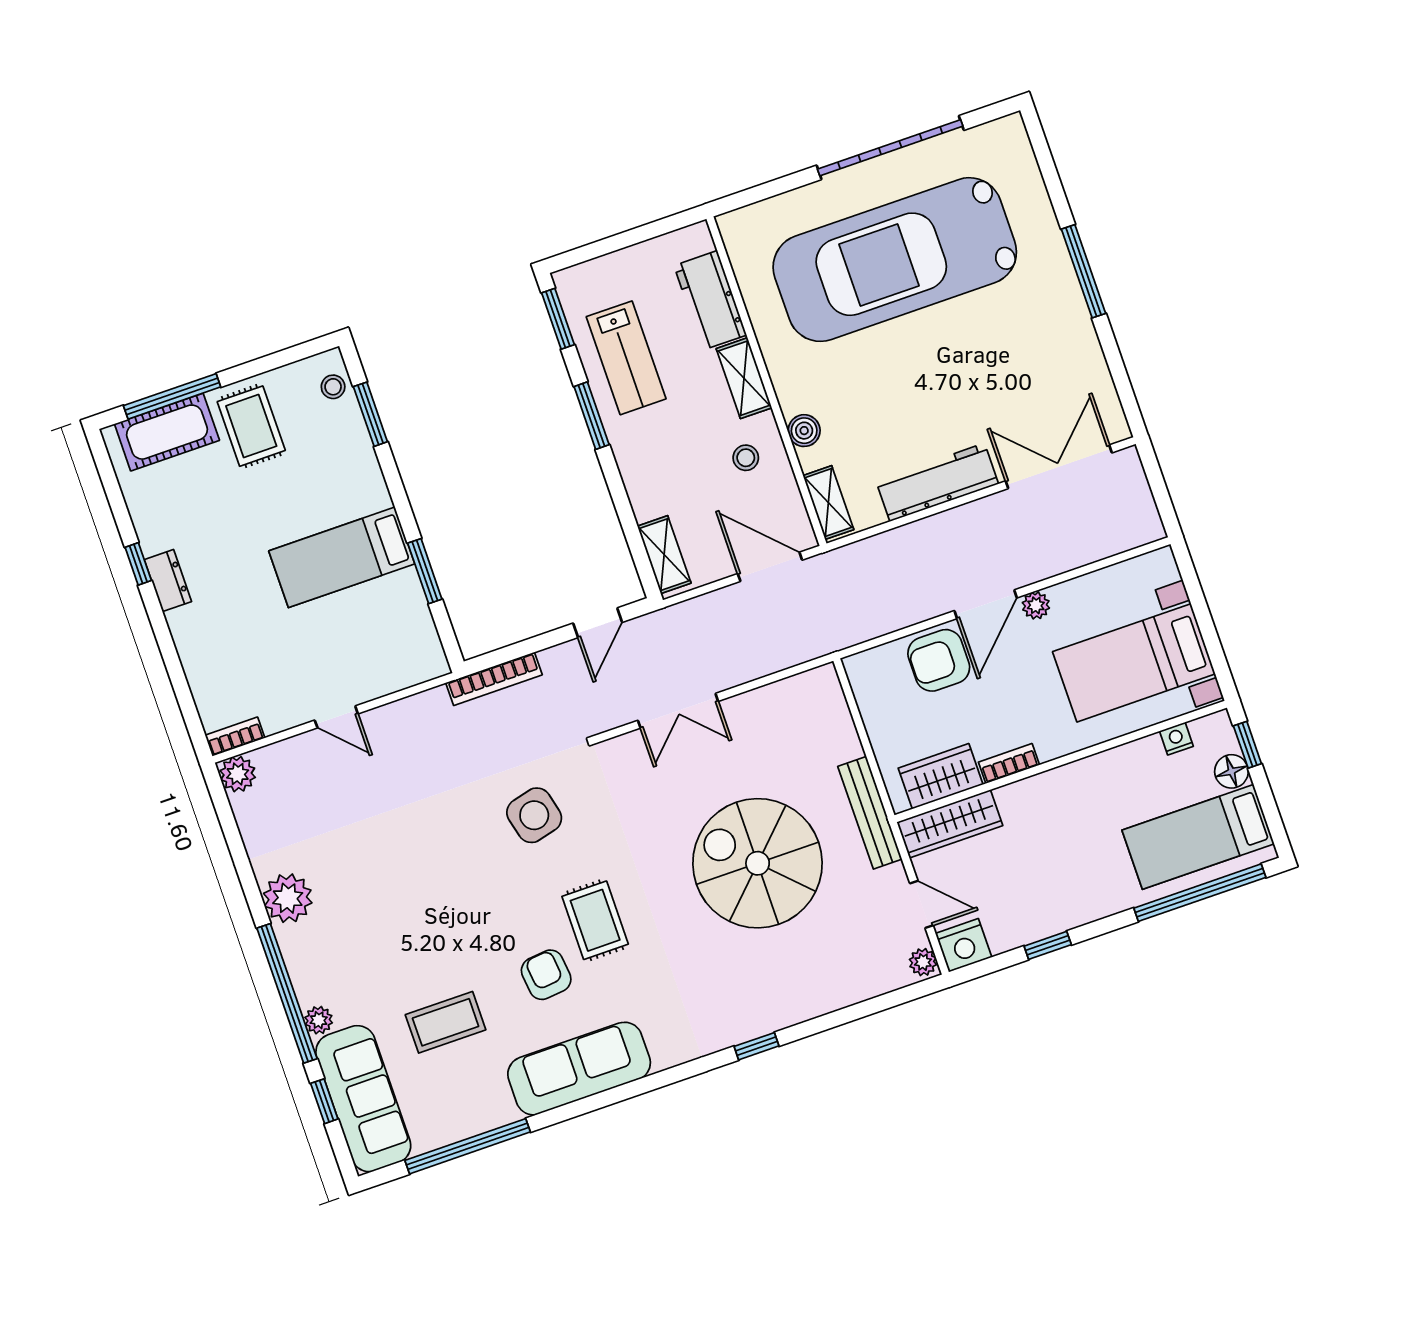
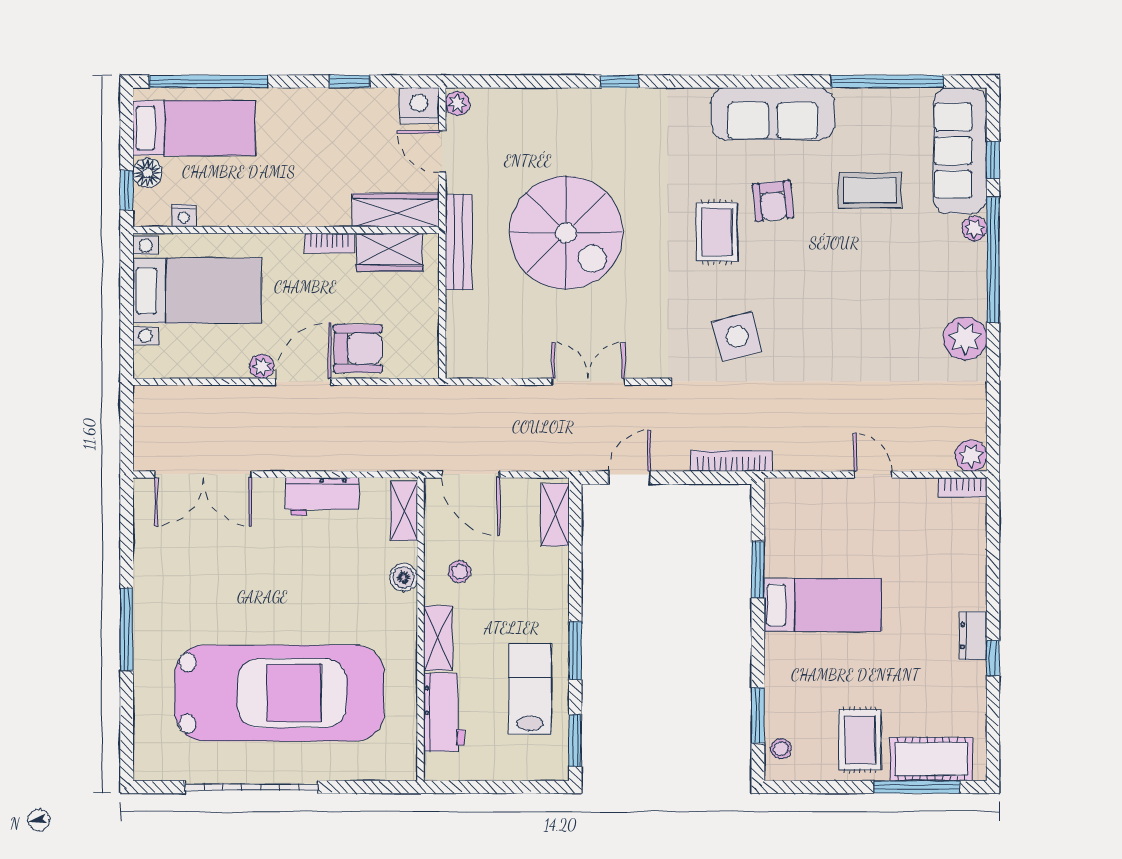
workbench: (937, 482) -> (322, 497), width x0.73

